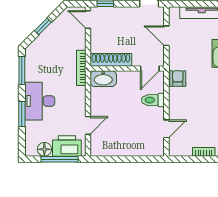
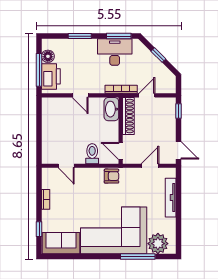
door: (88, 19) -> (147, 95), moved
desk: (40, 101) -> (115, 52), moved
door: (88, 125) -> (80, 95), moved

